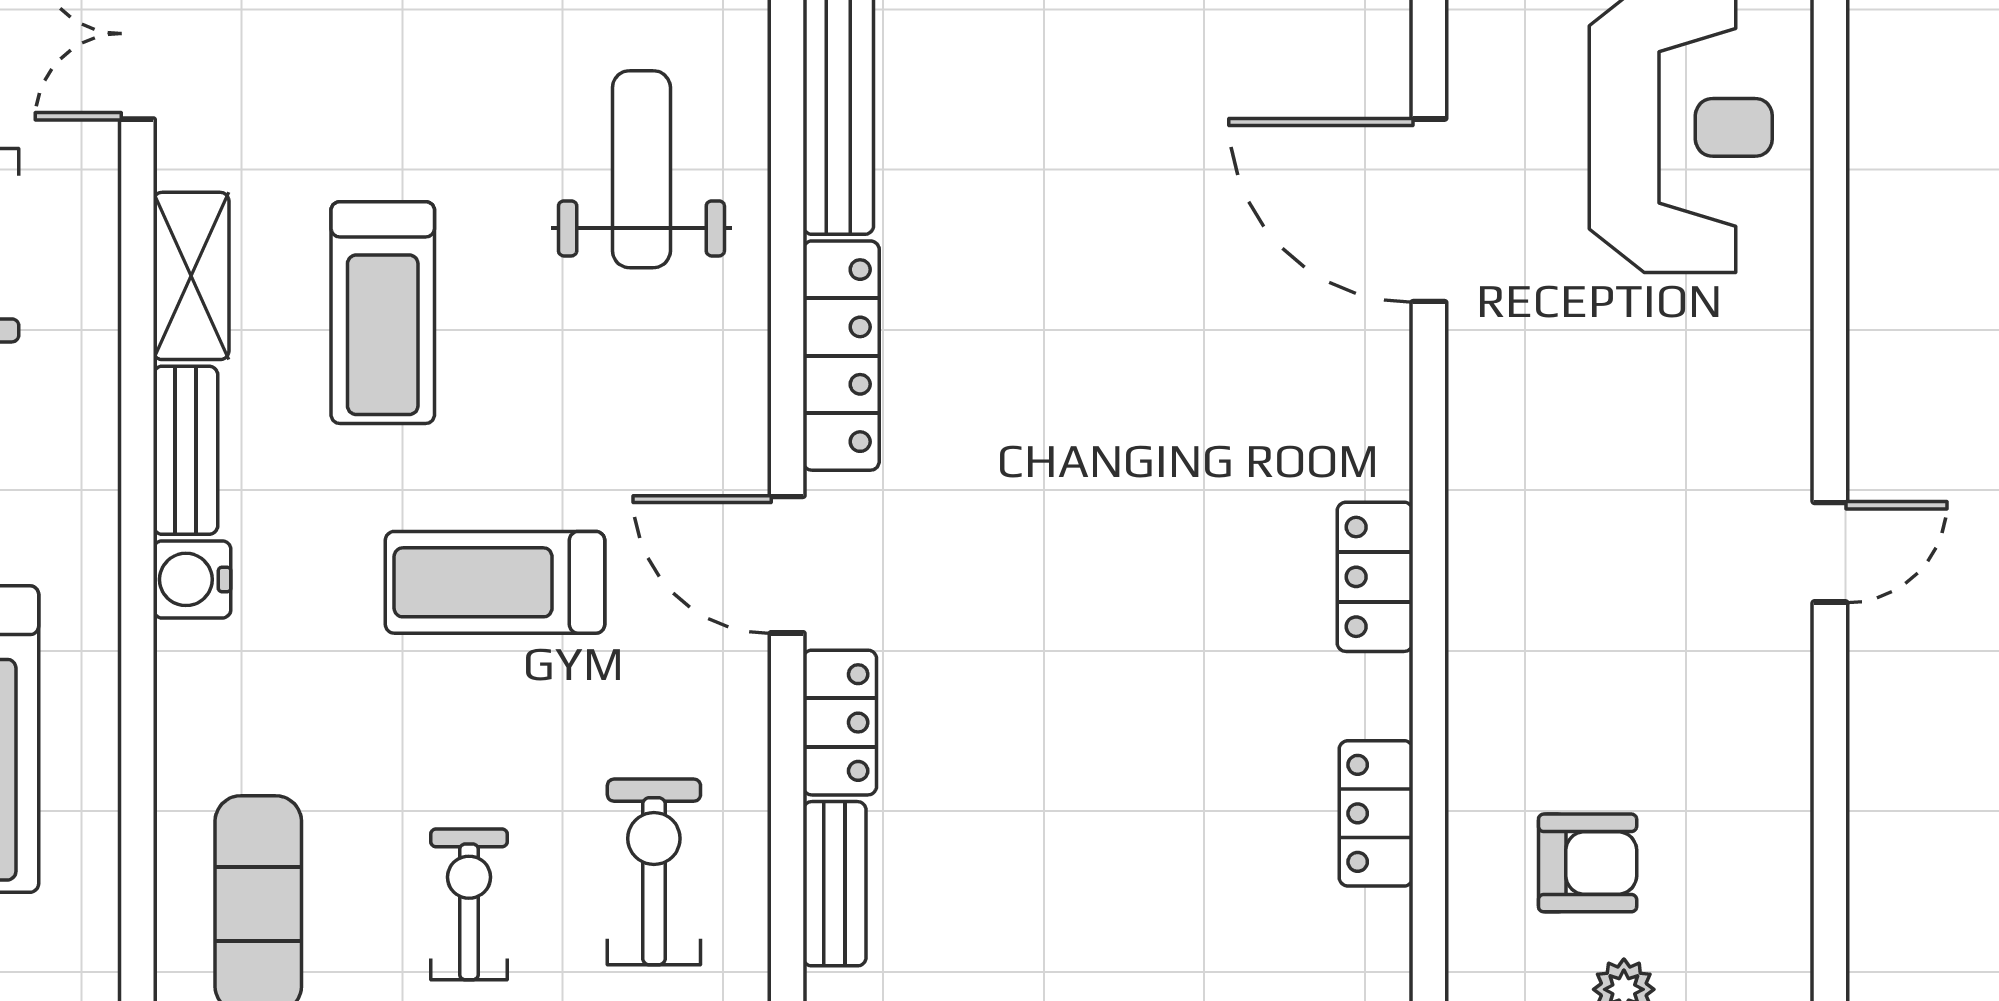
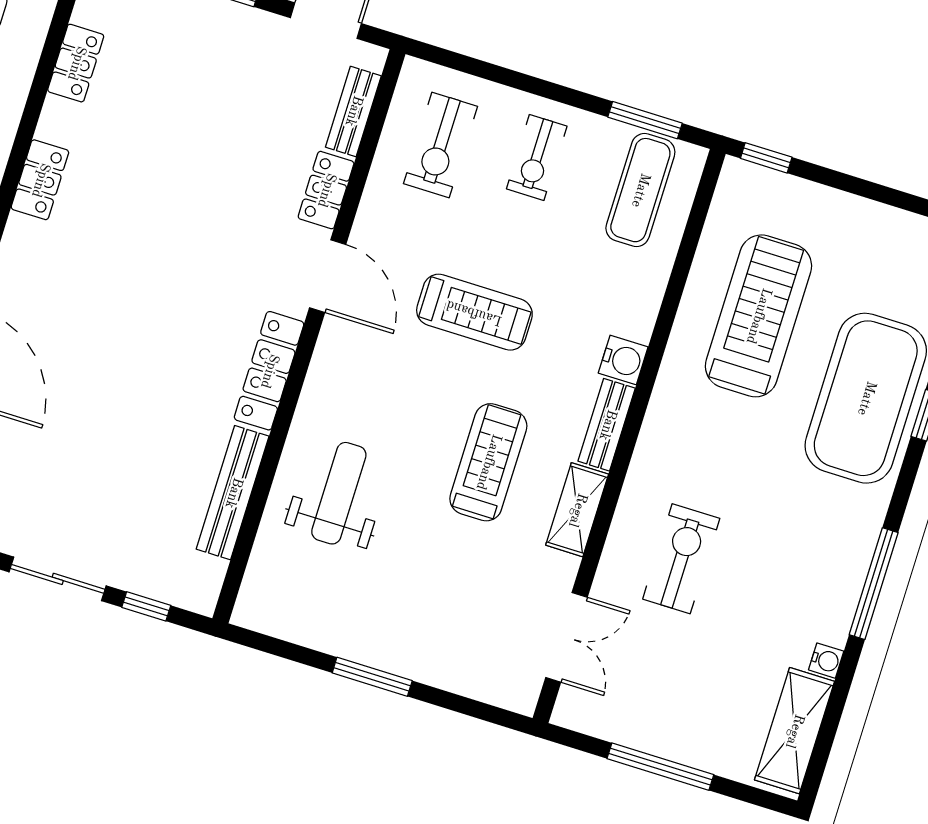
weight bench: (641, 169) -> (339, 493), turned 180

